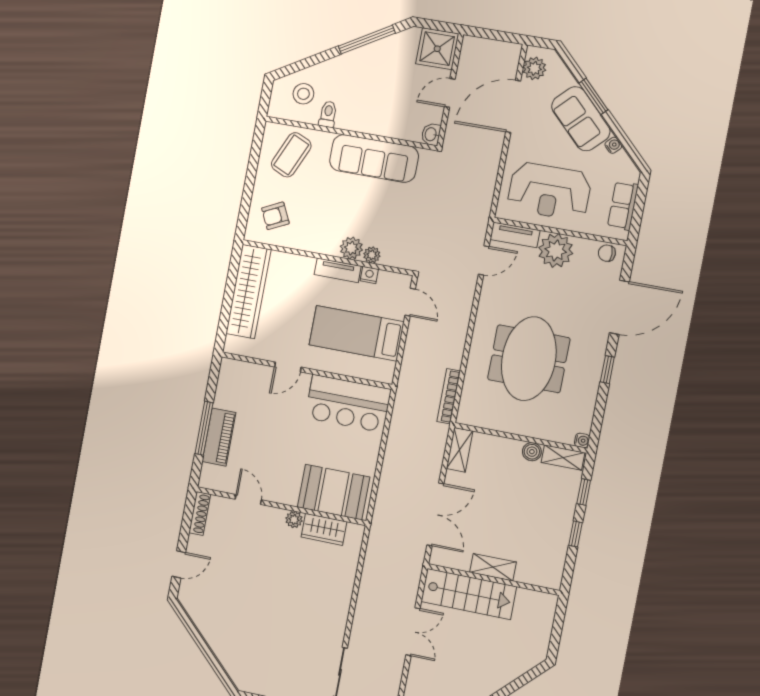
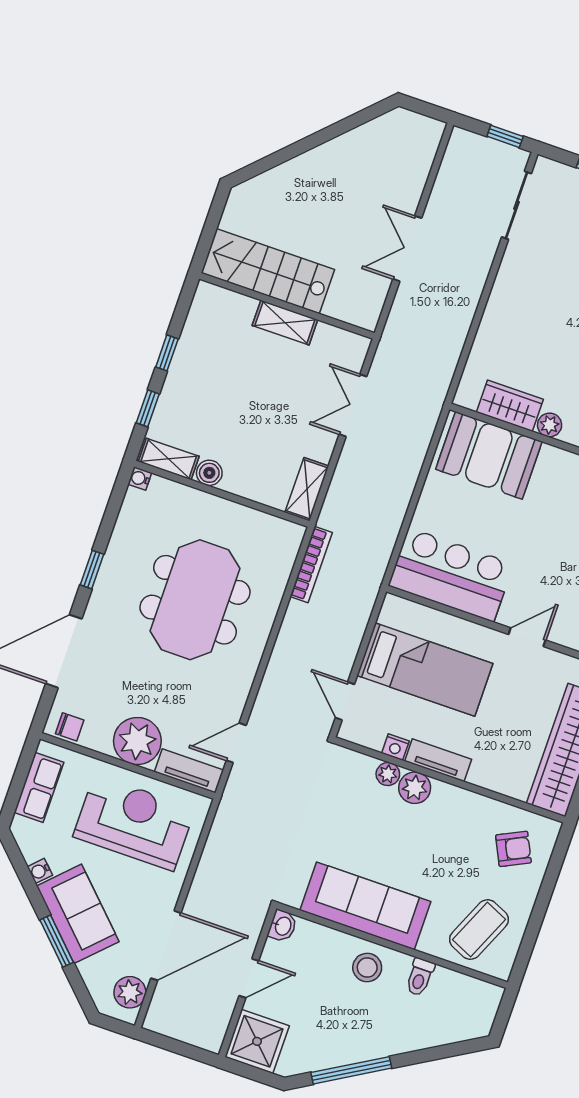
stool: (303, 94) -> (367, 967), moved
double door: (435, 514) -> (353, 405), width x0.73
stairs: (469, 594) -> (268, 271), moved

